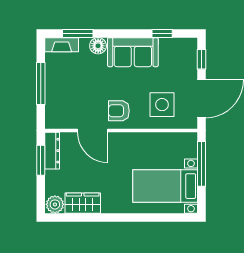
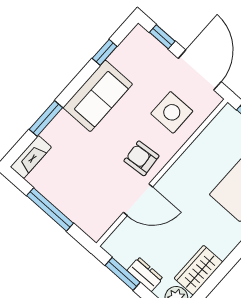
window: (78, 33) -> (46, 118), moved
floor lamp: (98, 46) -> (62, 123), removed
armchair: (119, 111) -> (141, 158), turned 85
dresser: (52, 151) -> (145, 274), moved, width x0.70

